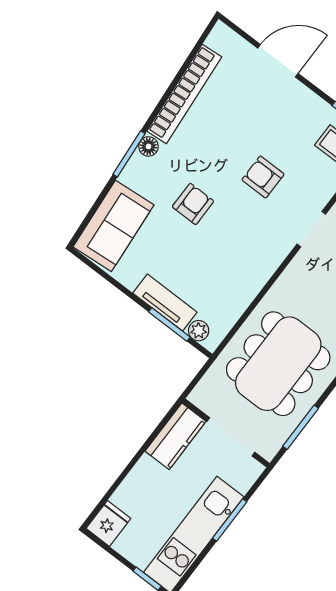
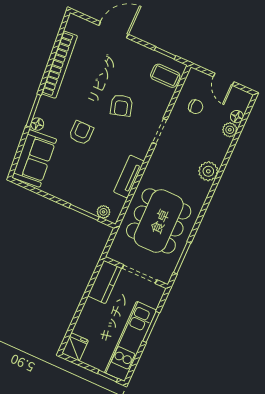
floor lamp: (148, 146) -> (37, 124), moved
armchair: (263, 177) -> (121, 105), turned -106
tv unit: (165, 303) -> (129, 176), moved, turned -90

